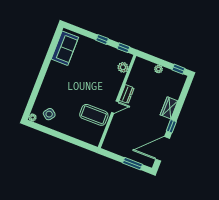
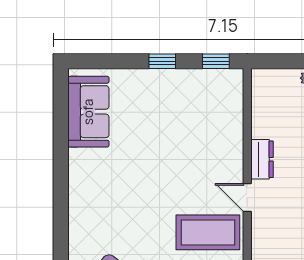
plant: (123, 67) -> (231, 104), removed
door: (115, 107) -> (247, 198), swing flipped

